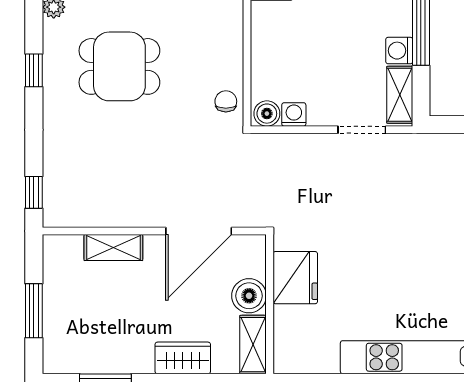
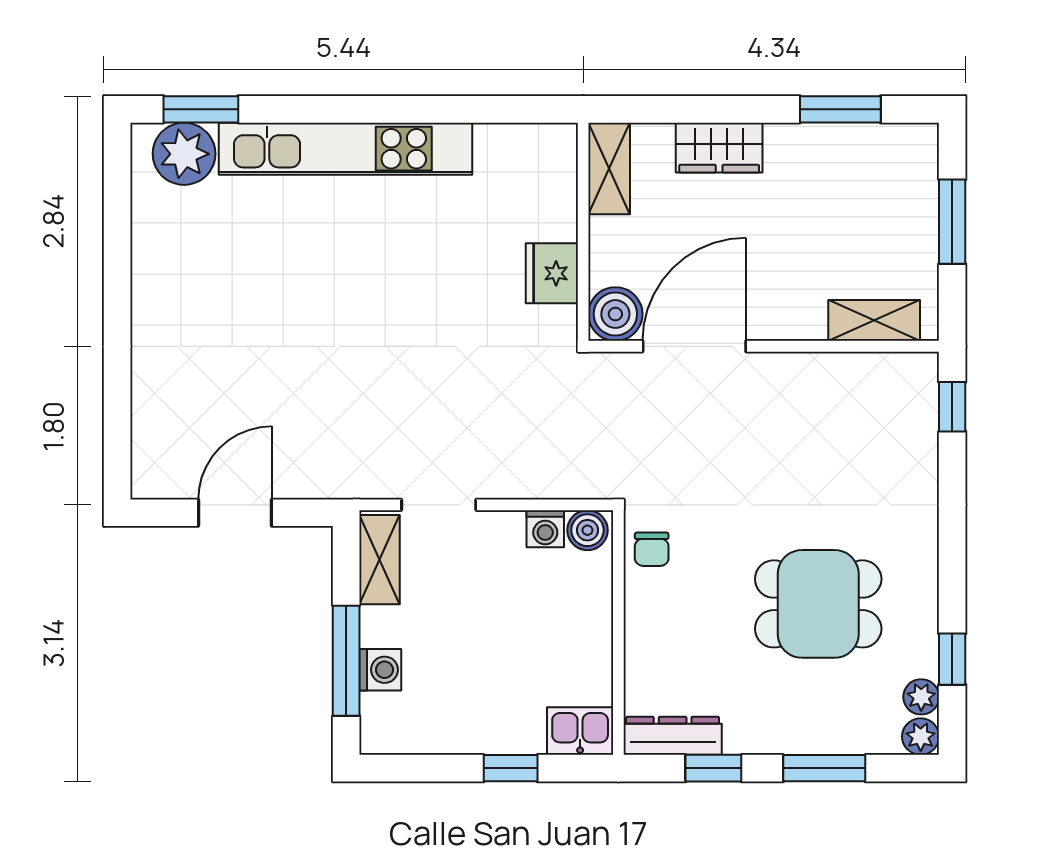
washing machine: (399, 51) -> (380, 670), moved
window: (34, 70) -> (952, 659), moved
shelving: (113, 248) -> (874, 320), moved
fridge: (295, 278) -> (552, 273), width x0.73, depth x0.75
boiler: (249, 296) -> (615, 314), moved

